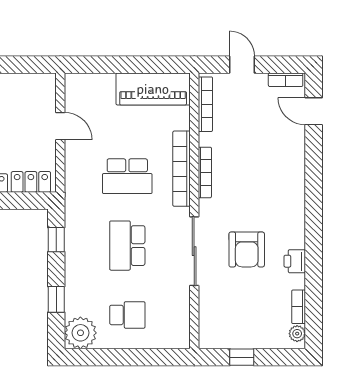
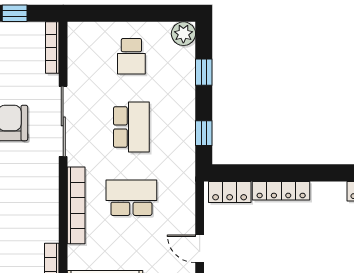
bookcase: (205, 172) -> (52, 48), moved
school desk: (127, 315) -> (131, 56), turned -90
plant: (80, 333) -> (183, 34), width x0.73, depth x0.73

